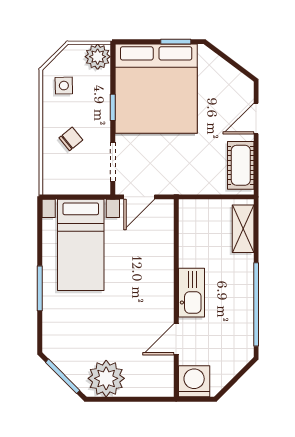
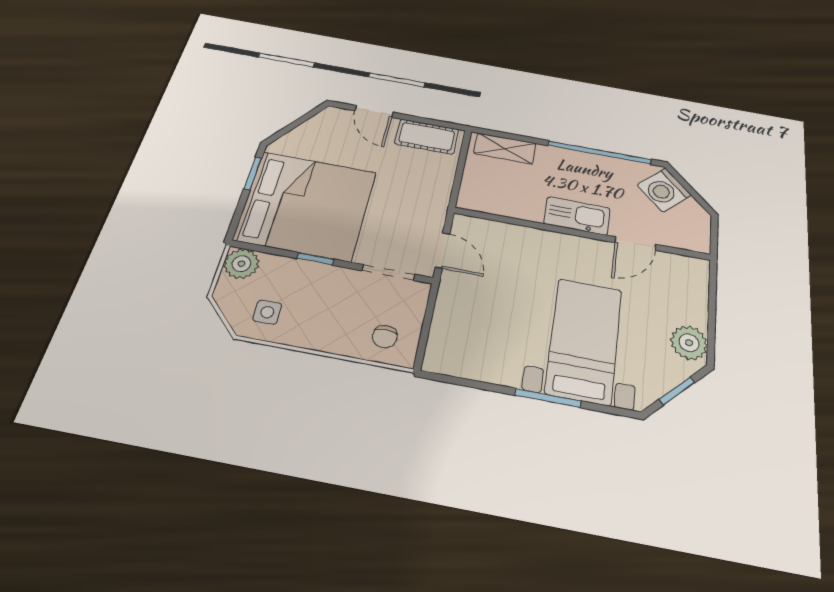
chair: (71, 139) -> (385, 337), moved, turned -141
bed with nightstands: (81, 245) -> (584, 340), moved, turned -90
door: (176, 339) -> (635, 244), hinge flipped
window: (63, 376) -> (677, 391), width x0.67
plant: (106, 378) -> (689, 343), width x0.73, depth x0.73
washing machine: (194, 381) -> (664, 190), moved, turned -45

